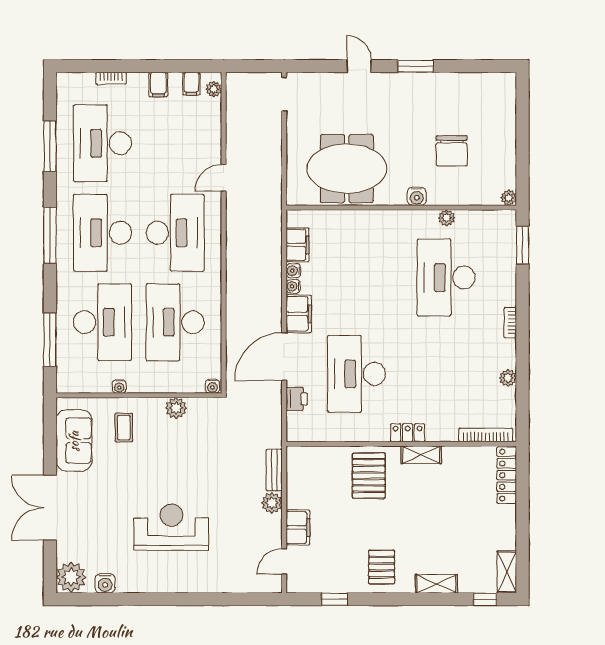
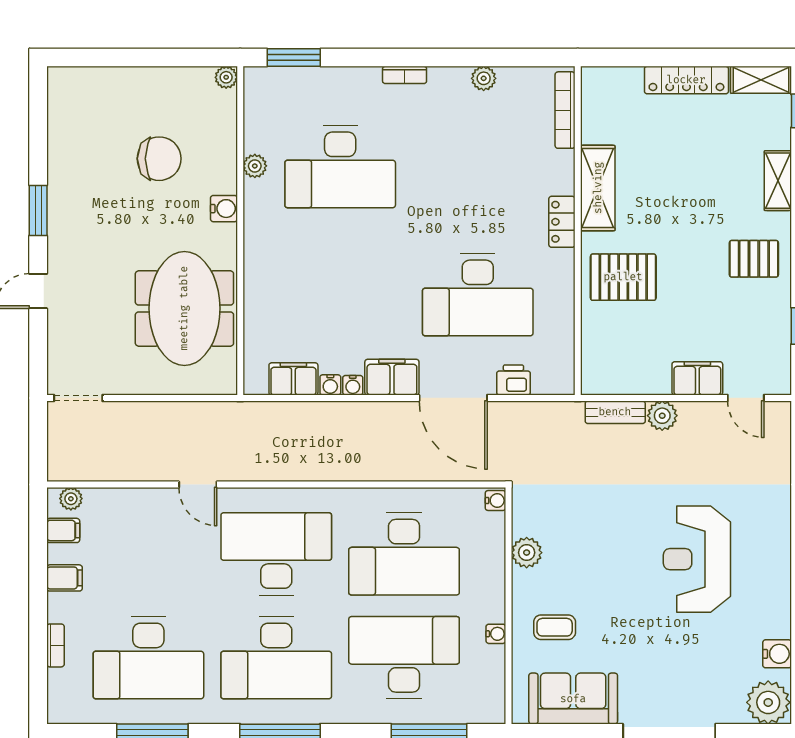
shelving: (421, 455) -> (598, 188), width x1.50, depth x1.33
locker: (507, 475) -> (686, 80), moved

